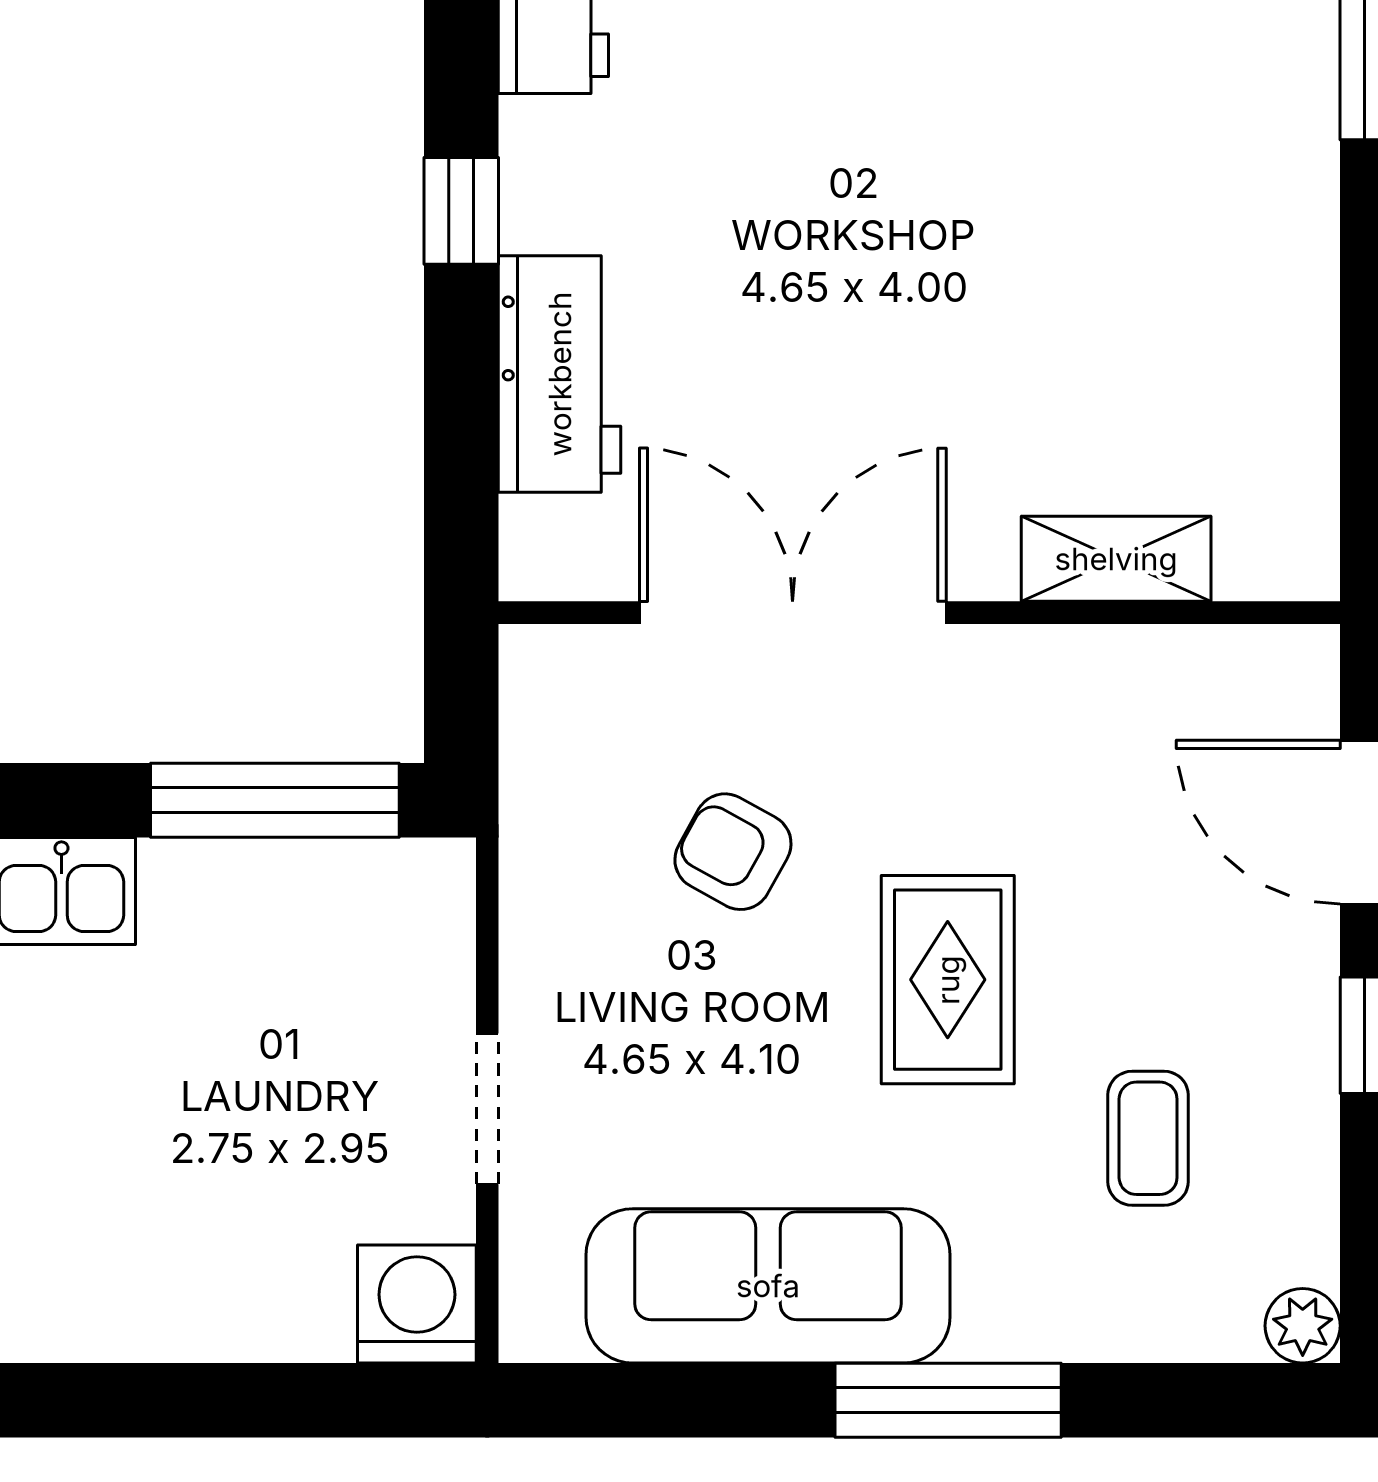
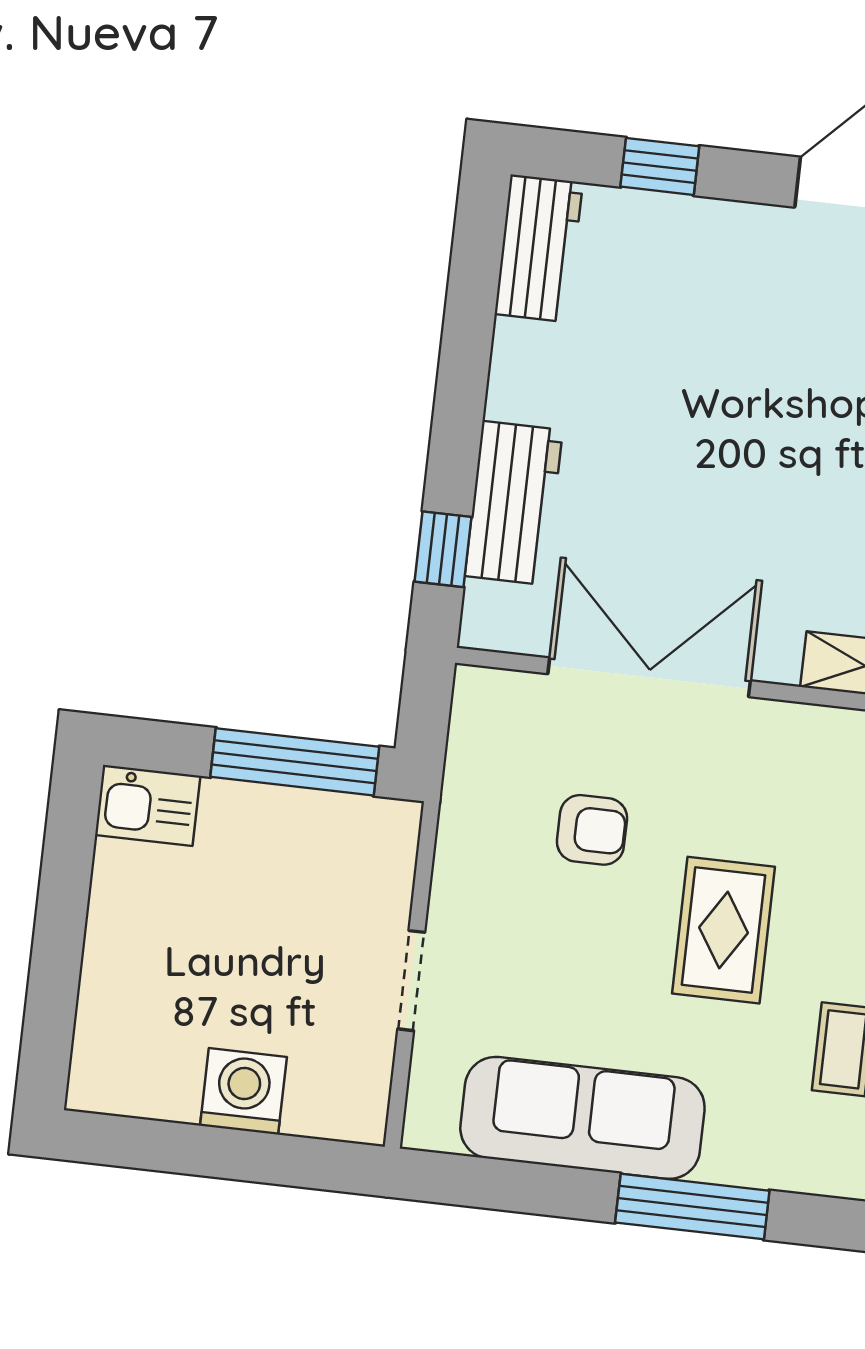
window: (461, 211) -> (443, 549), moved
armchair: (733, 852) -> (592, 830), turned 151
washing machine: (417, 1304) -> (243, 1091), moved

